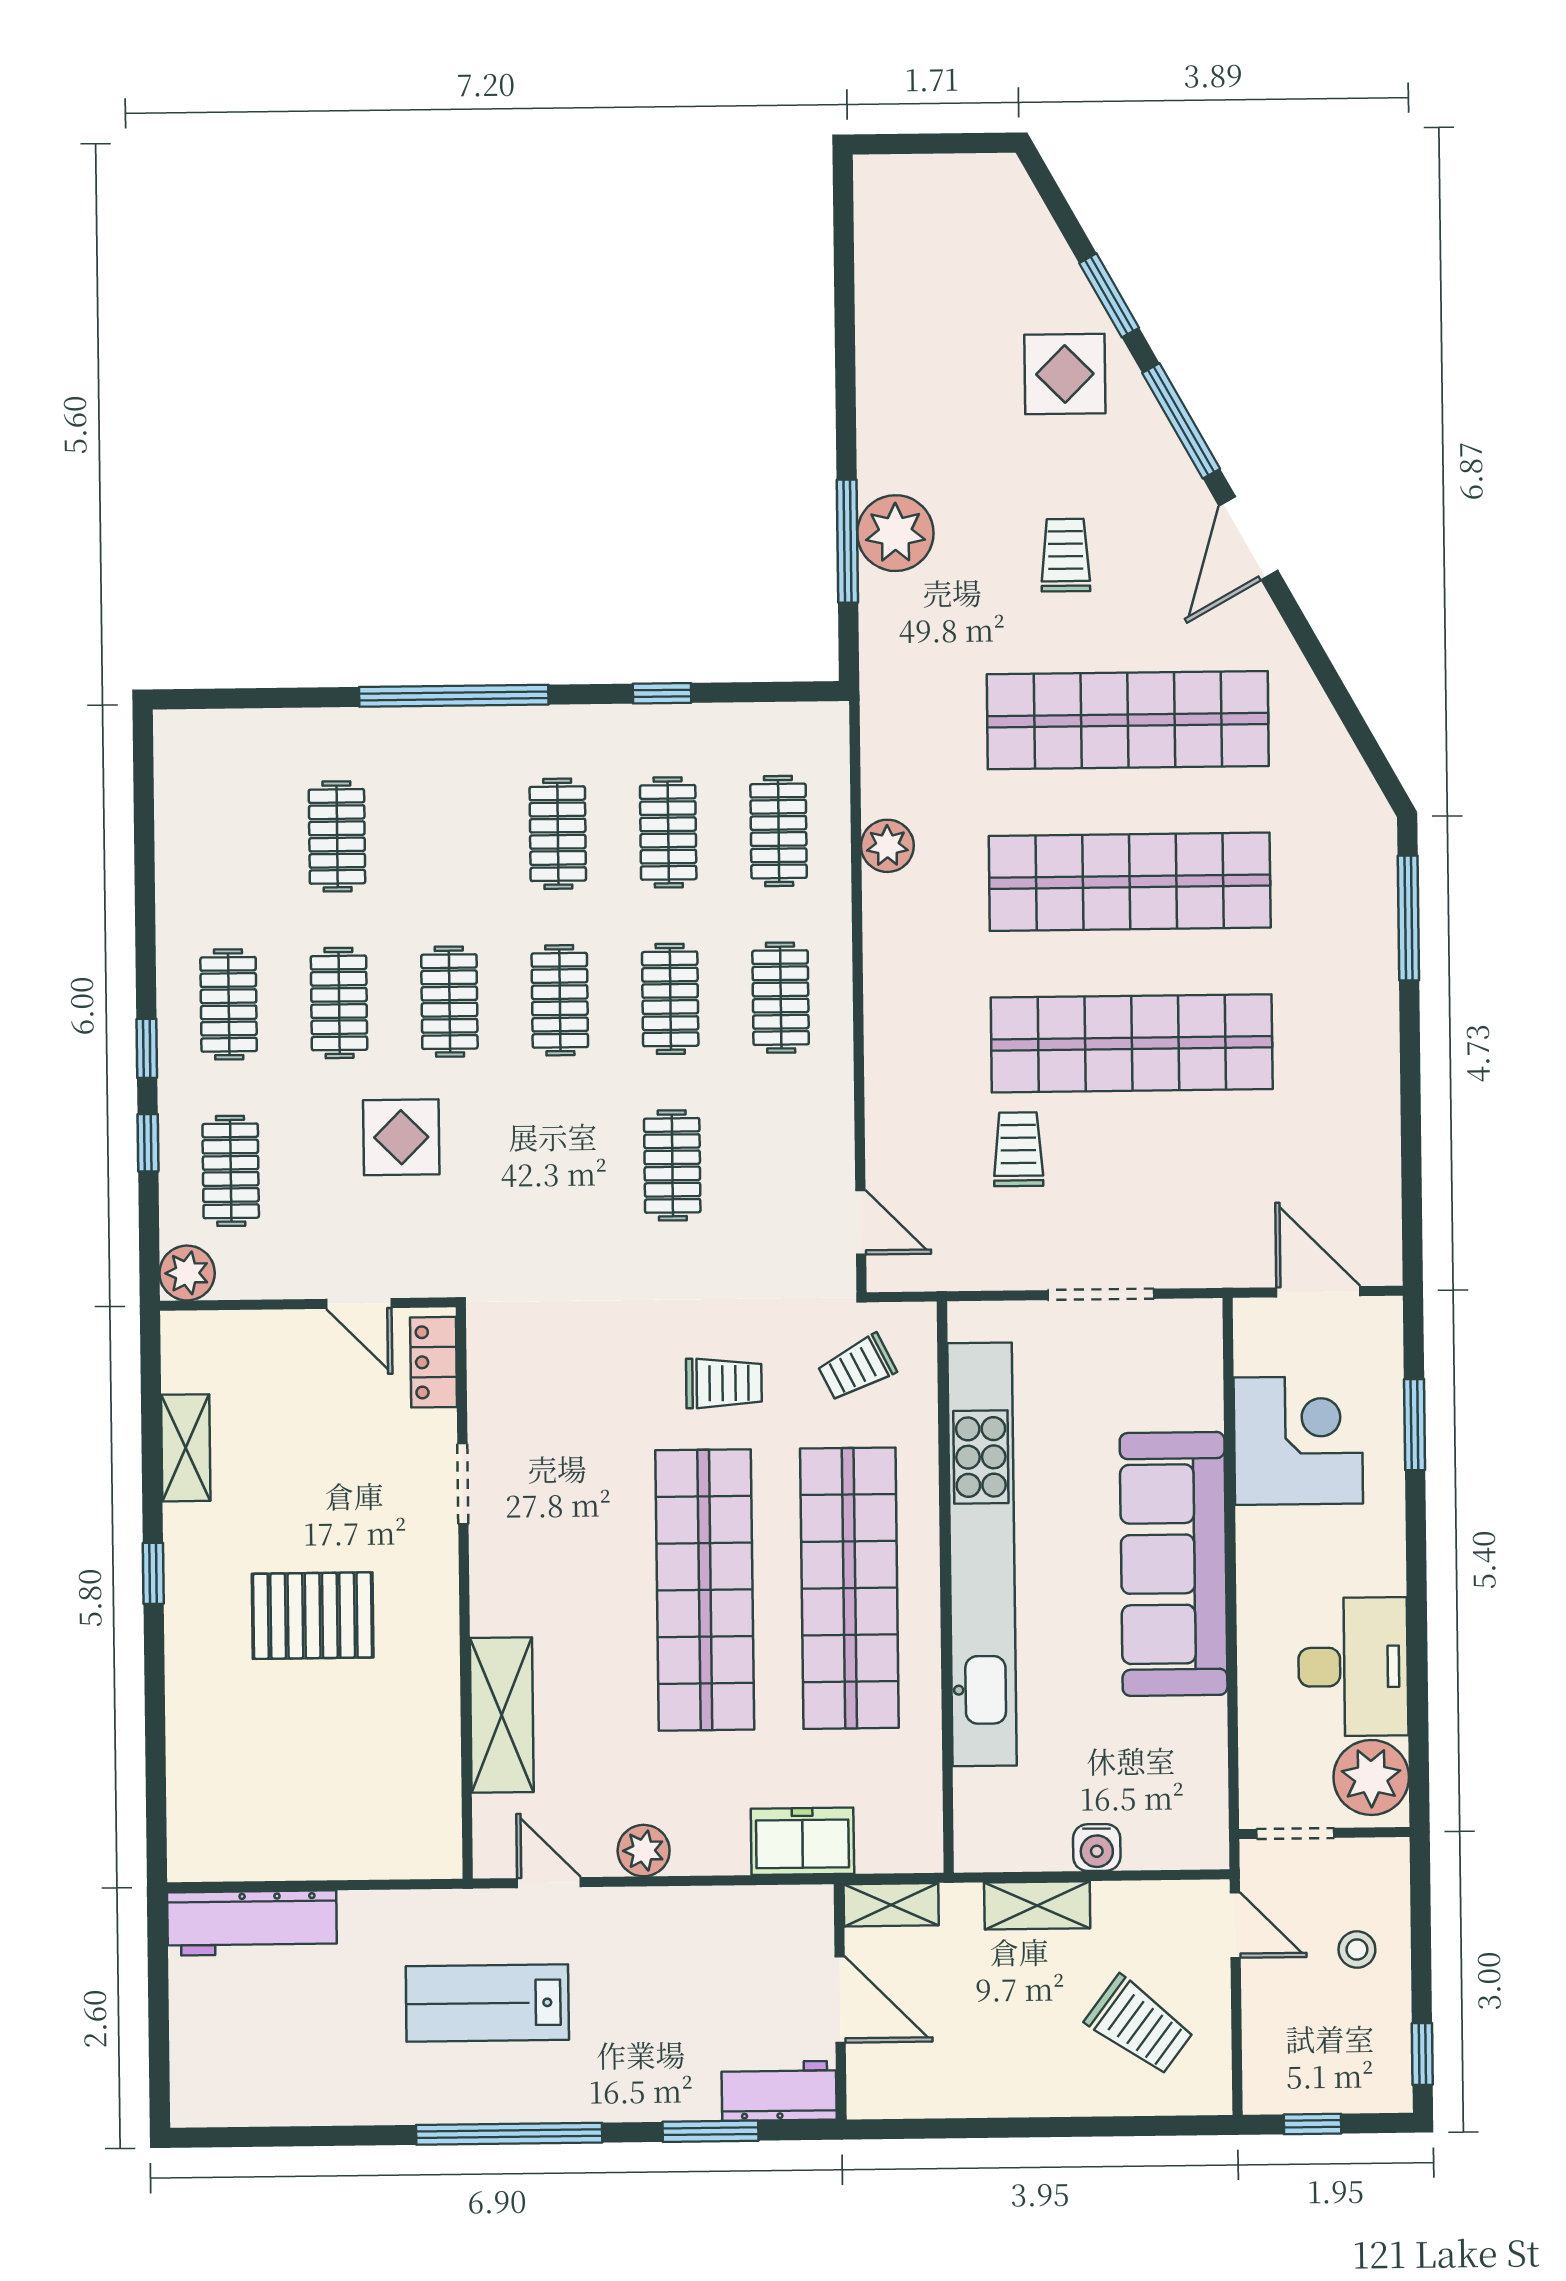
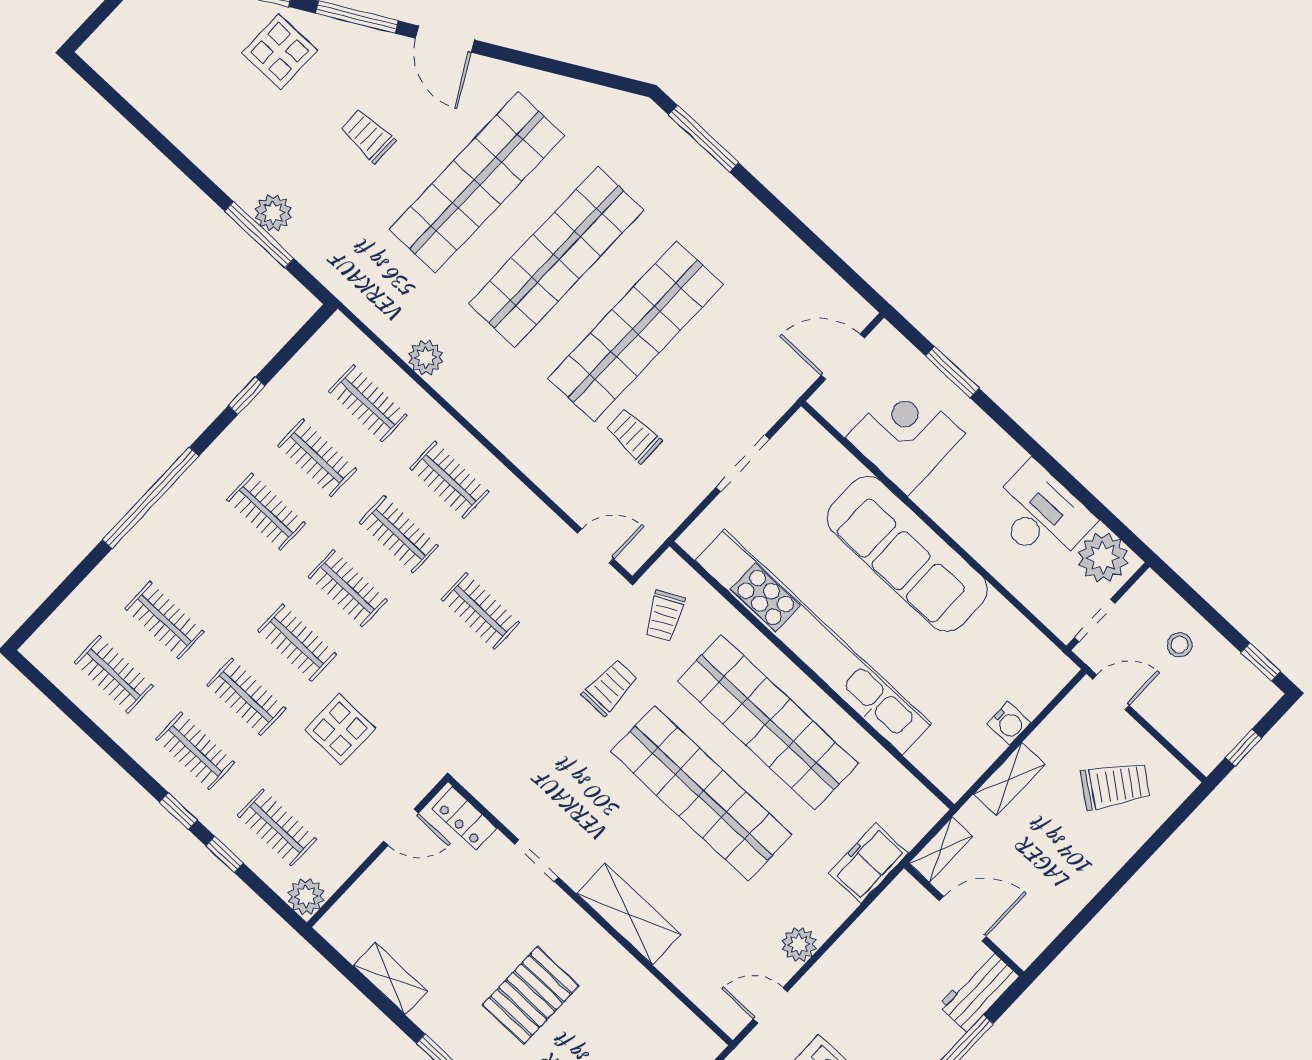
plant: (895, 533) -> (273, 213), width x0.73, depth x0.73
clothes rail: (227, 838) -> (114, 674), added
shelving: (502, 1715) -> (629, 914), moved

